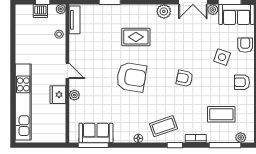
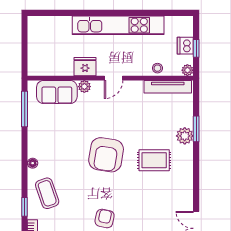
plant: (164, 11) -> (185, 136), moved
tv unit: (75, 20) -> (168, 87), width x1.41
rug: (136, 37) -> (154, 160), turned 90
kitchen unit: (23, 102) -> (118, 25), moved
sofa: (96, 133) -> (57, 92), moved, turned 90

